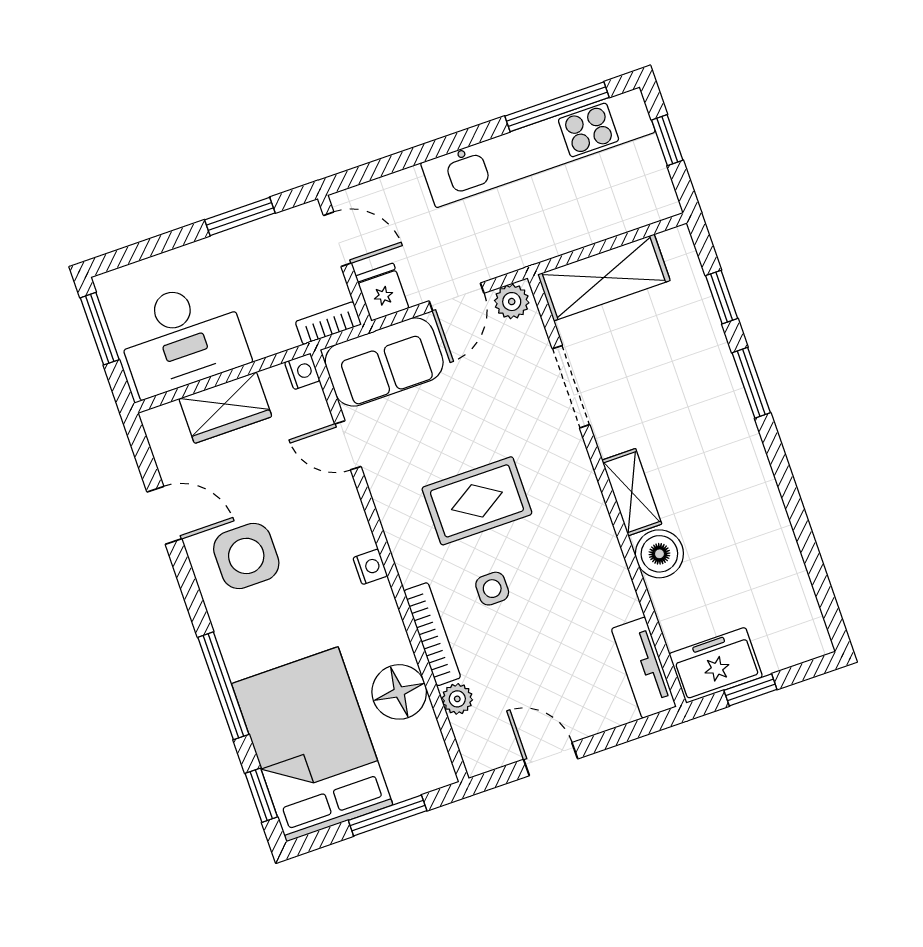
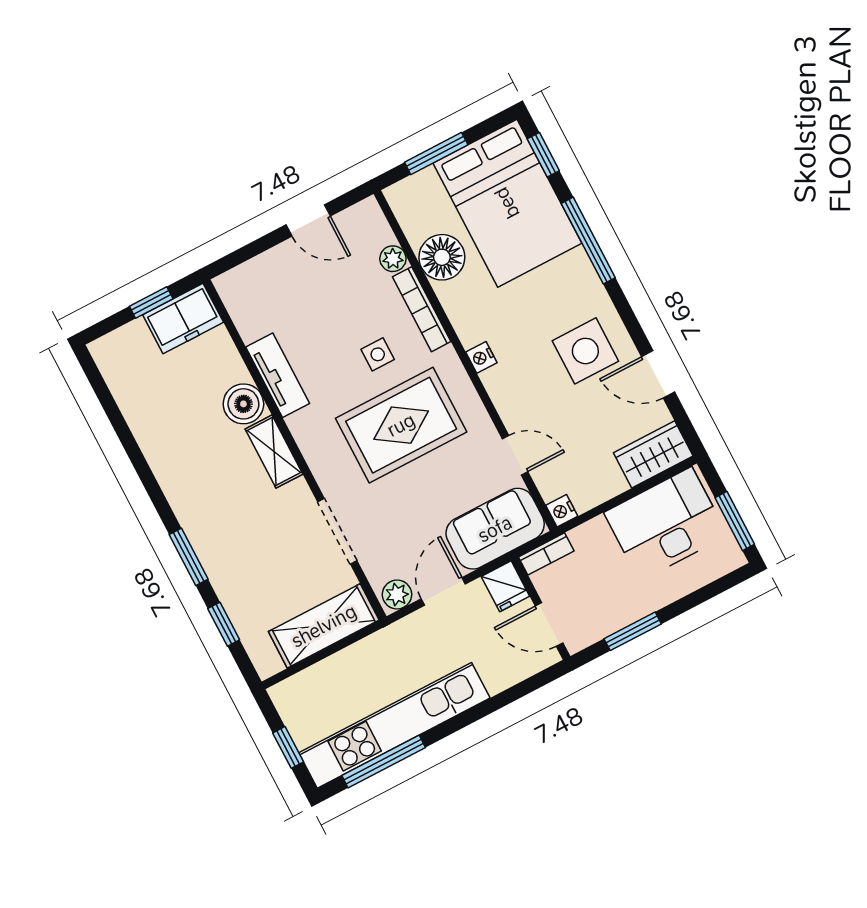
wardrobe: (225, 408) -> (653, 454), moved
rug: (477, 501) -> (401, 425), width x1.36, depth x1.43
tv unit: (644, 668) -> (278, 375), moved

